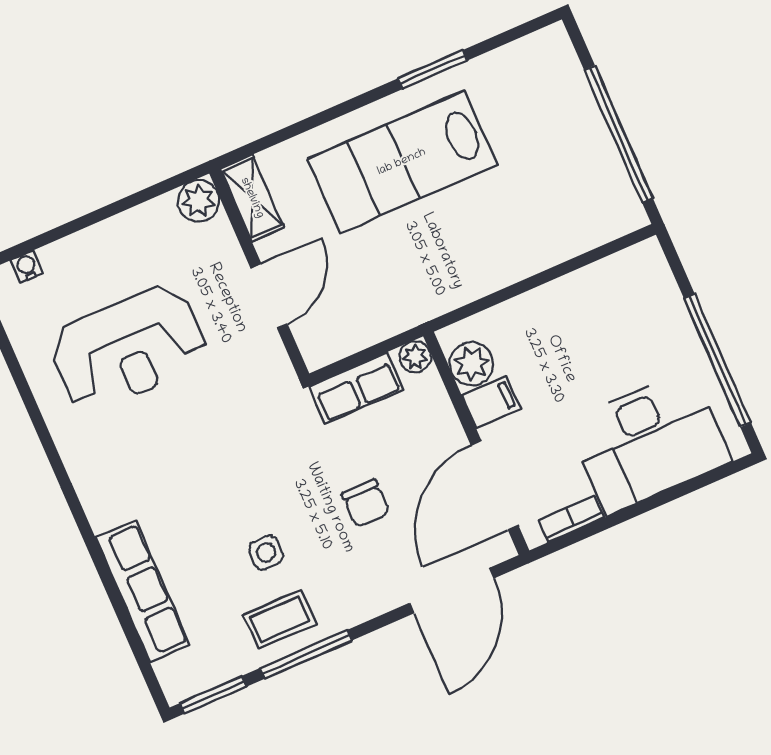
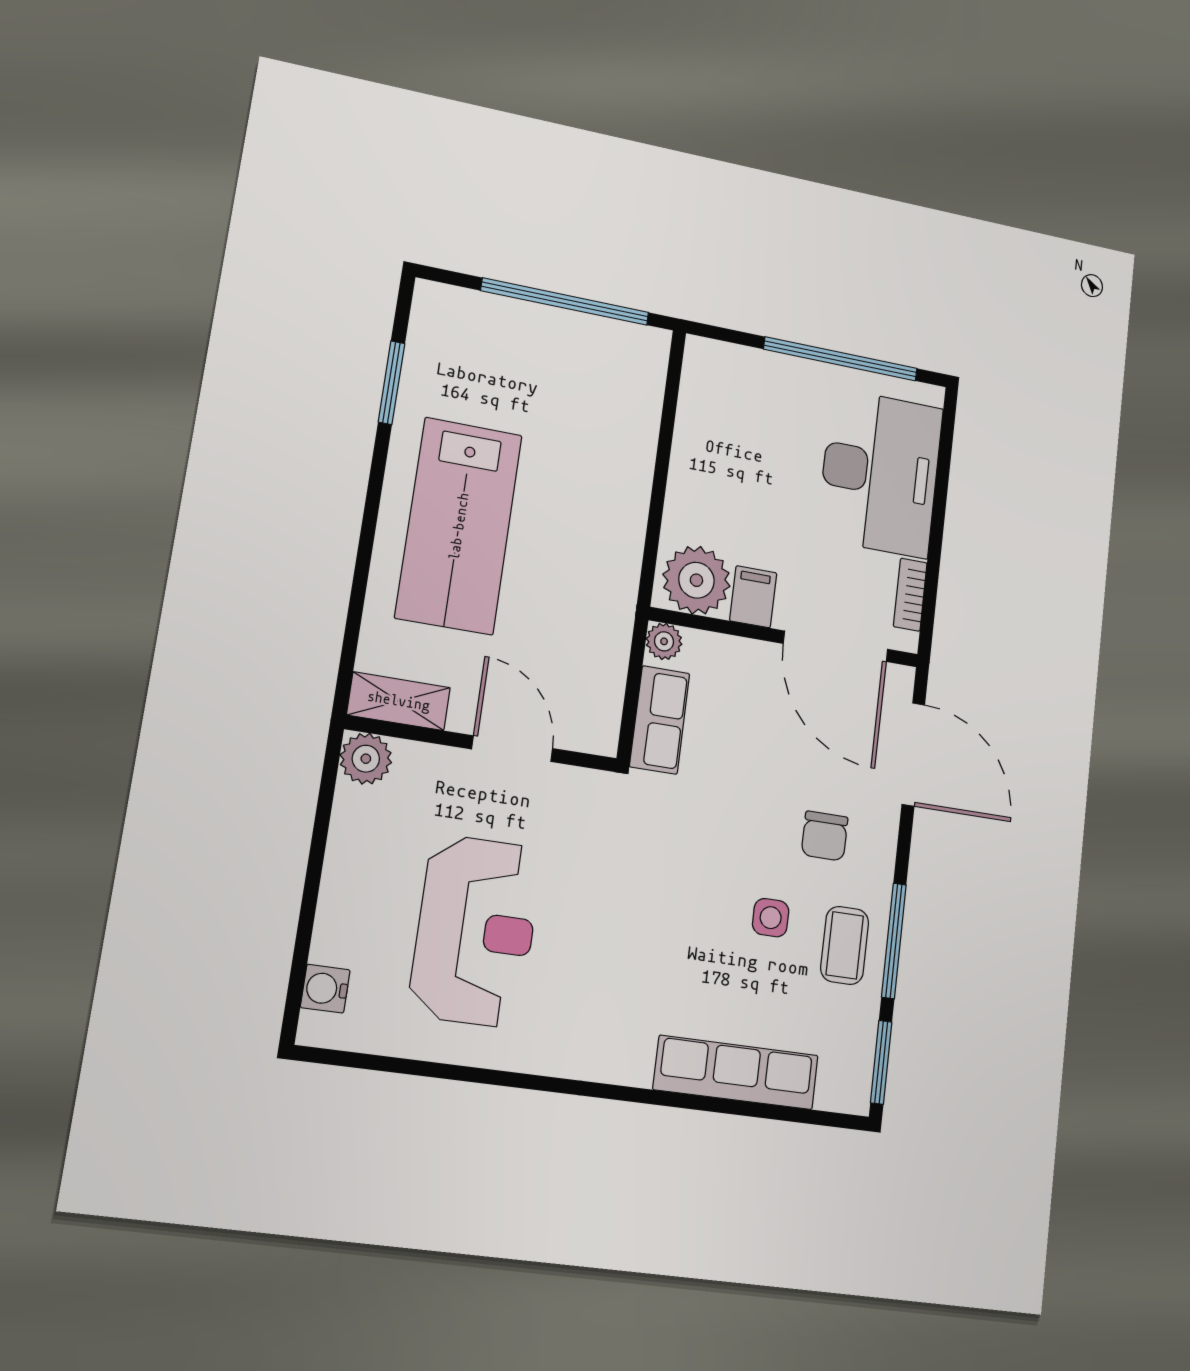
window: (433, 70) -> (391, 383), moved
water cooler: (27, 267) -> (325, 989), width x1.38, depth x1.38
plant: (471, 364) -> (696, 580), width x1.36, depth x1.36
chair: (366, 503) -> (825, 836), moved, turned 90

